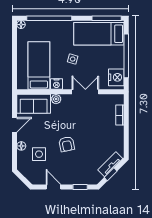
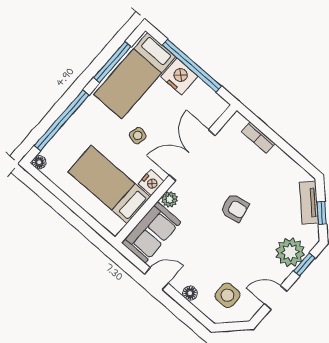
window: (107, 18) -> (112, 62), moved
nightstand: (116, 77) -> (179, 76), moved
double door: (85, 92) -> (192, 155), width x1.37
door: (15, 125) -> (156, 279), hinge flipped
armchair: (67, 144) -> (235, 208), moved
side table: (39, 154) -> (227, 295), moved
plant: (80, 175) -> (290, 252), added

